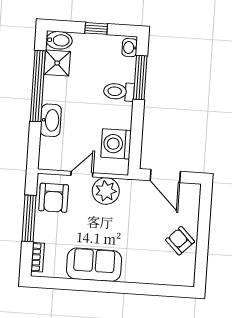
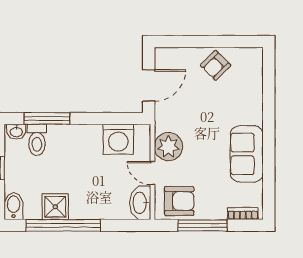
shower: (57, 63) -> (55, 207), moved
toilet: (119, 92) -> (37, 140), moved
washbasin: (51, 120) -> (140, 203), moved, turned -90

